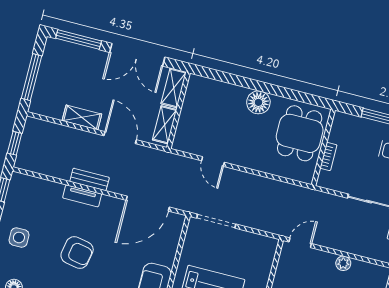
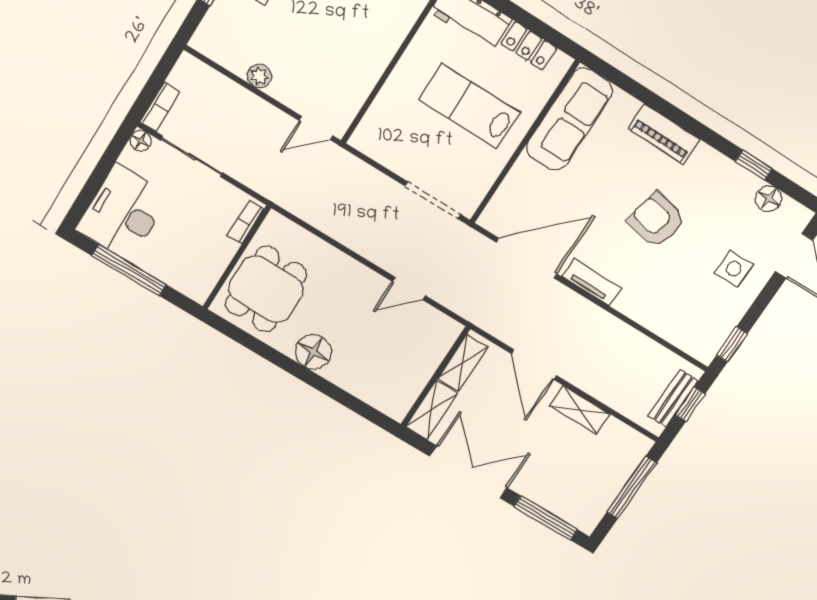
bookcase: (328, 157) -> (245, 222), moved
door: (213, 161) -> (409, 288), swing flipped
bench: (90, 179) -> (673, 398), moved, turned 90
tv unit: (82, 196) -> (592, 282), moved

